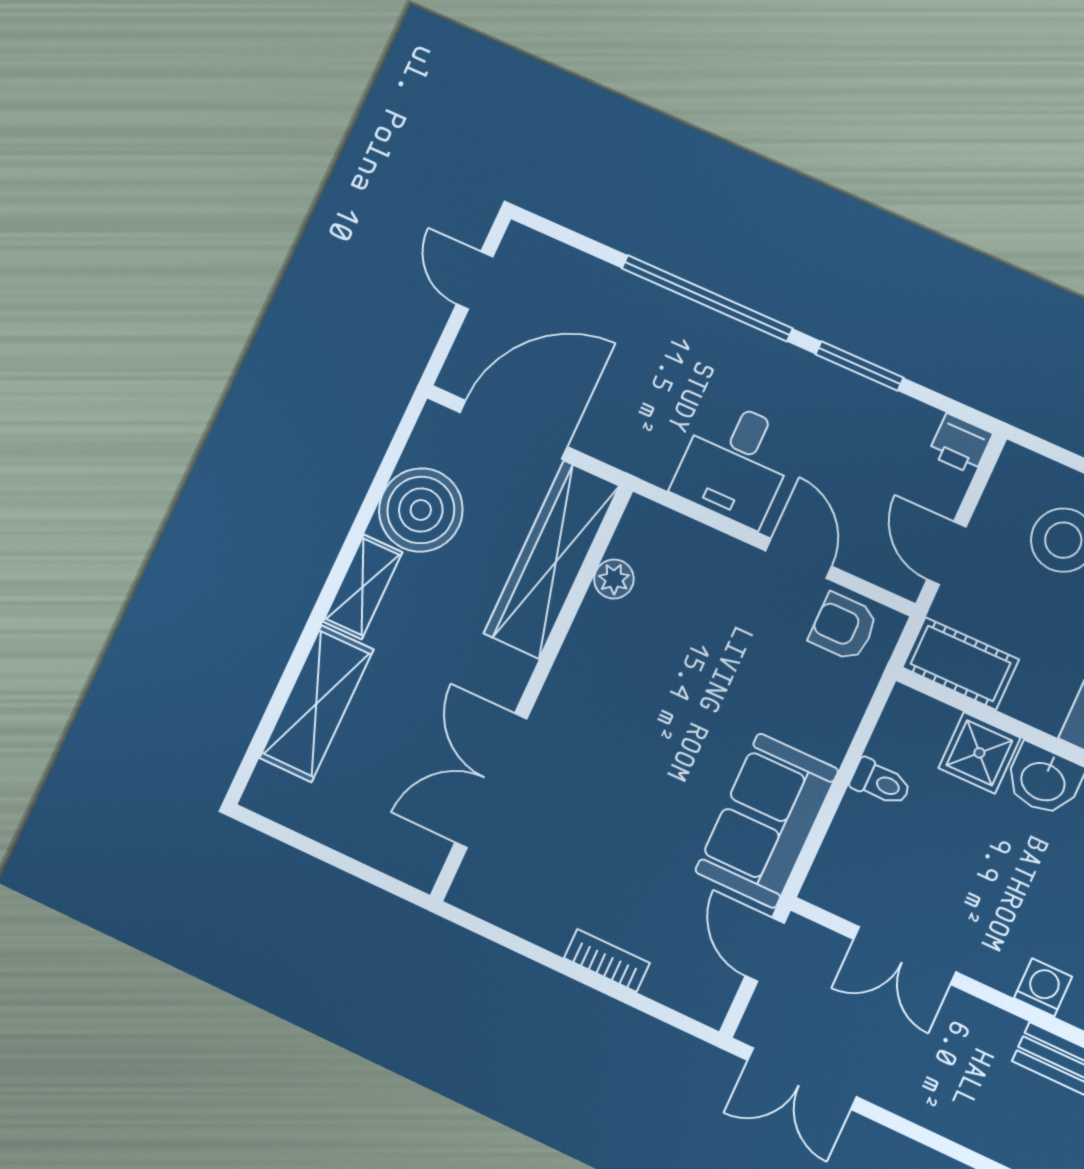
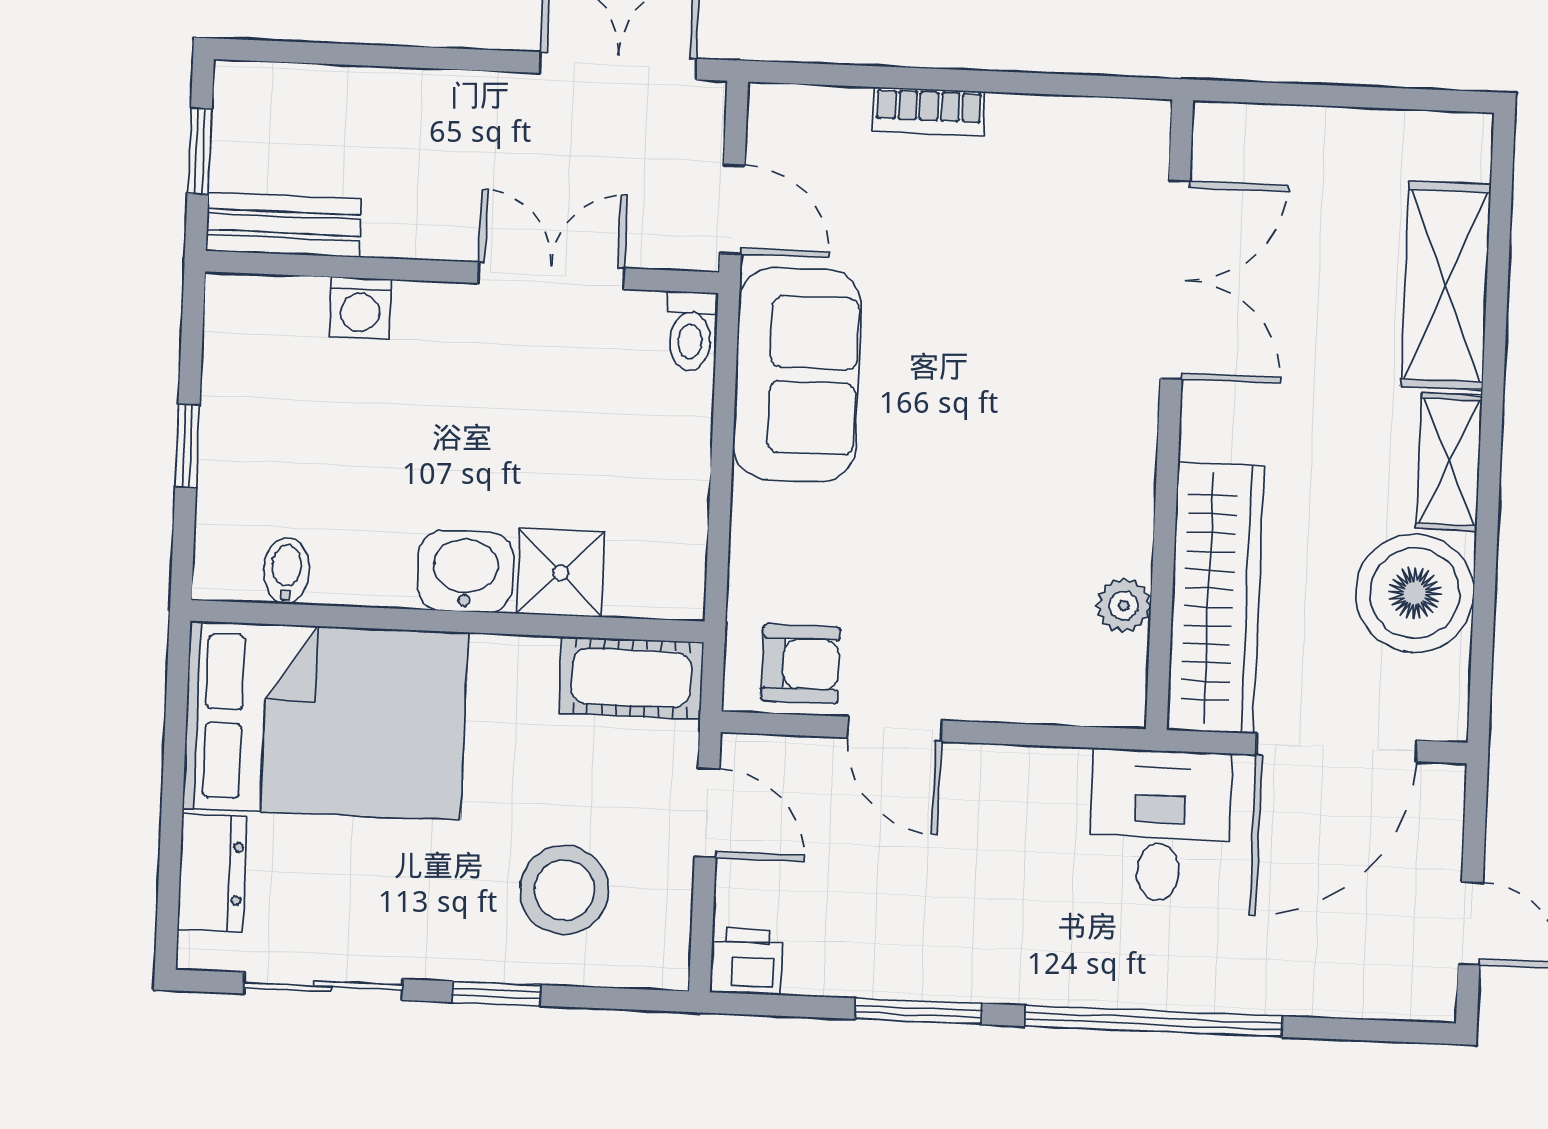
desk: (735, 463) -> (1160, 826), moved
toilet: (881, 782) -> (690, 331), moved, turned -90

